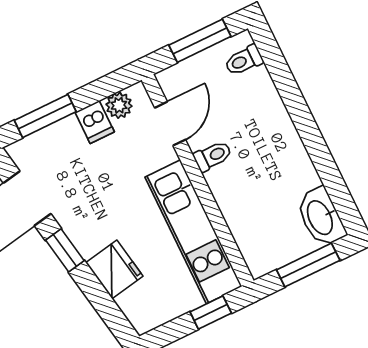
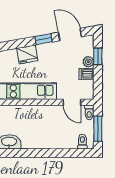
plant: (119, 105) -> (88, 62), moved
window: (45, 116) -> (98, 56), width x0.67
toilet: (213, 156) -> (89, 112), moved

